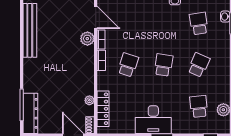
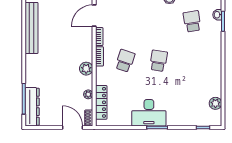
door: (96, 17) -> (94, 16), swing flipped
plant: (87, 39) -> (86, 69), moved
school desk: (199, 65) -> (192, 61), removed
school desk: (199, 106) -> (192, 100), removed

